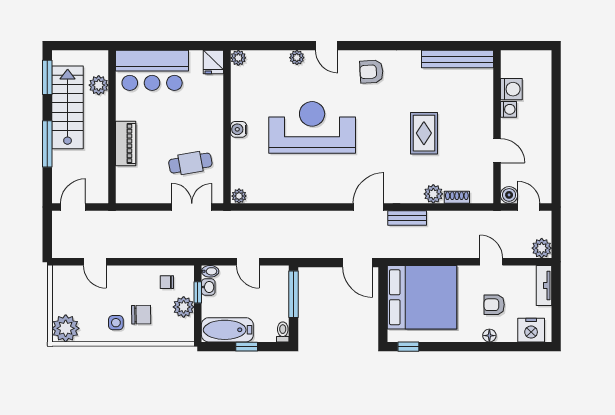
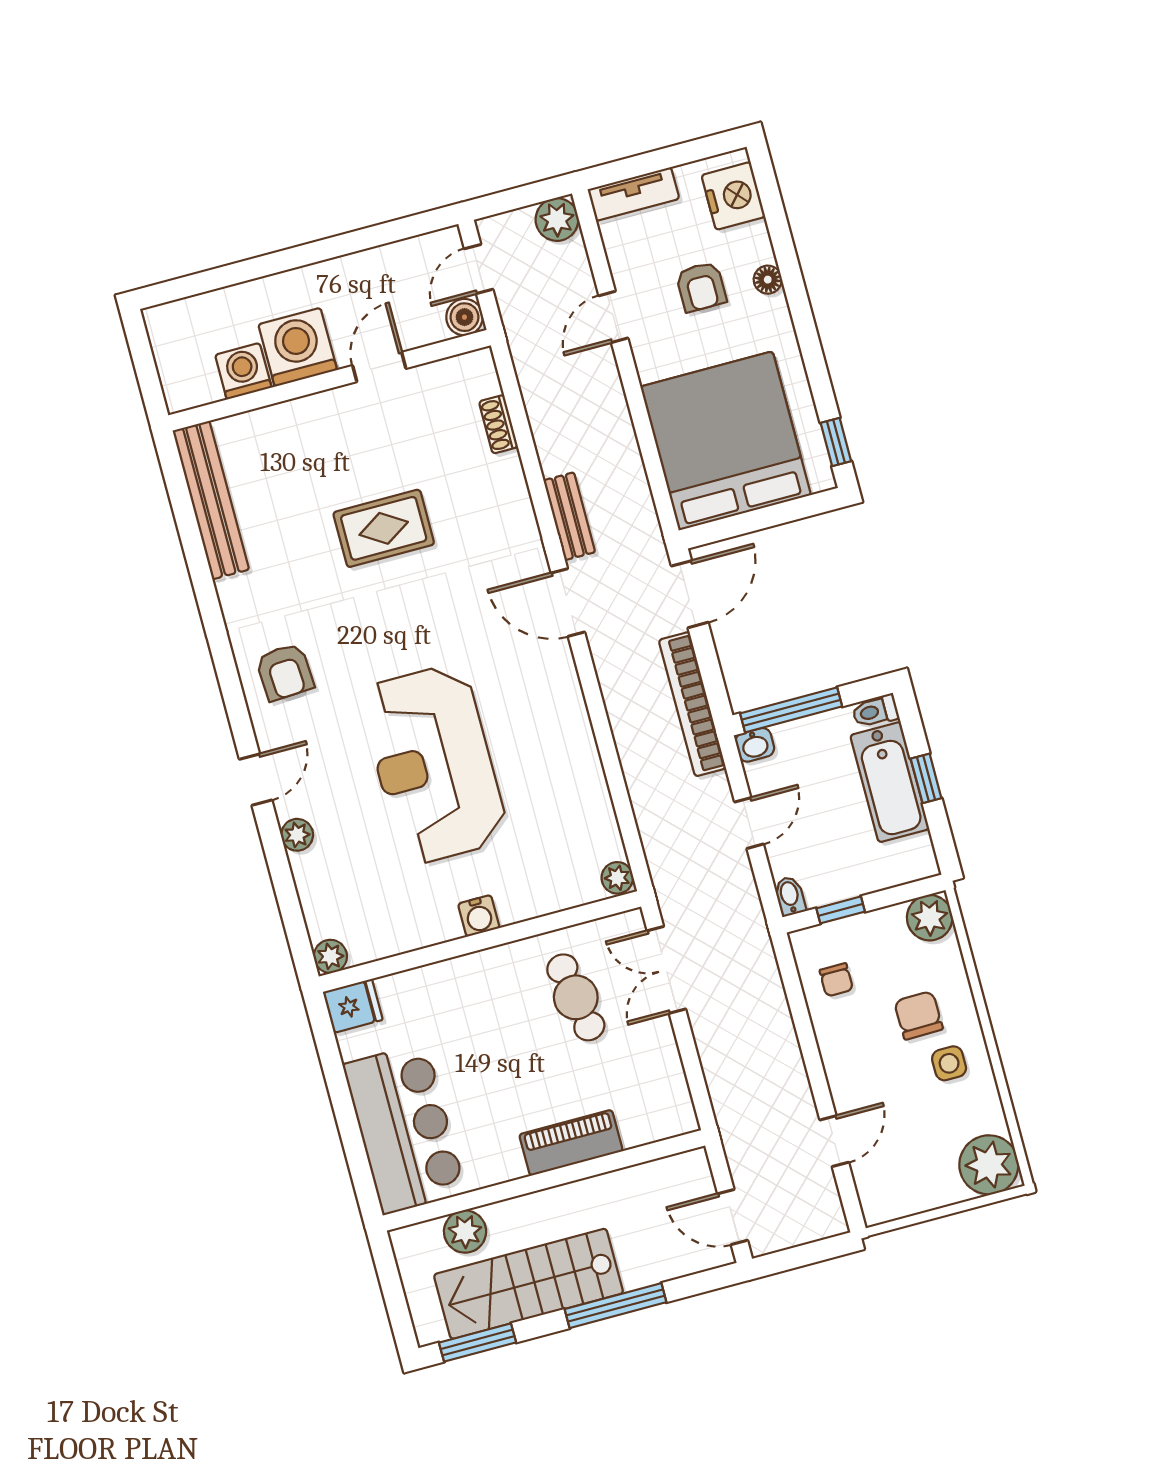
washing machine: (509, 109) -> (298, 347), width x1.89, depth x1.89
plant: (433, 194) -> (505, 475), removed
bookcase: (308, 251) -> (692, 704), added
washbasin: (208, 287) -> (755, 745), moved, turned 180
plant: (184, 307) -> (930, 918), moved
bathtub: (227, 330) -> (890, 782), moved

